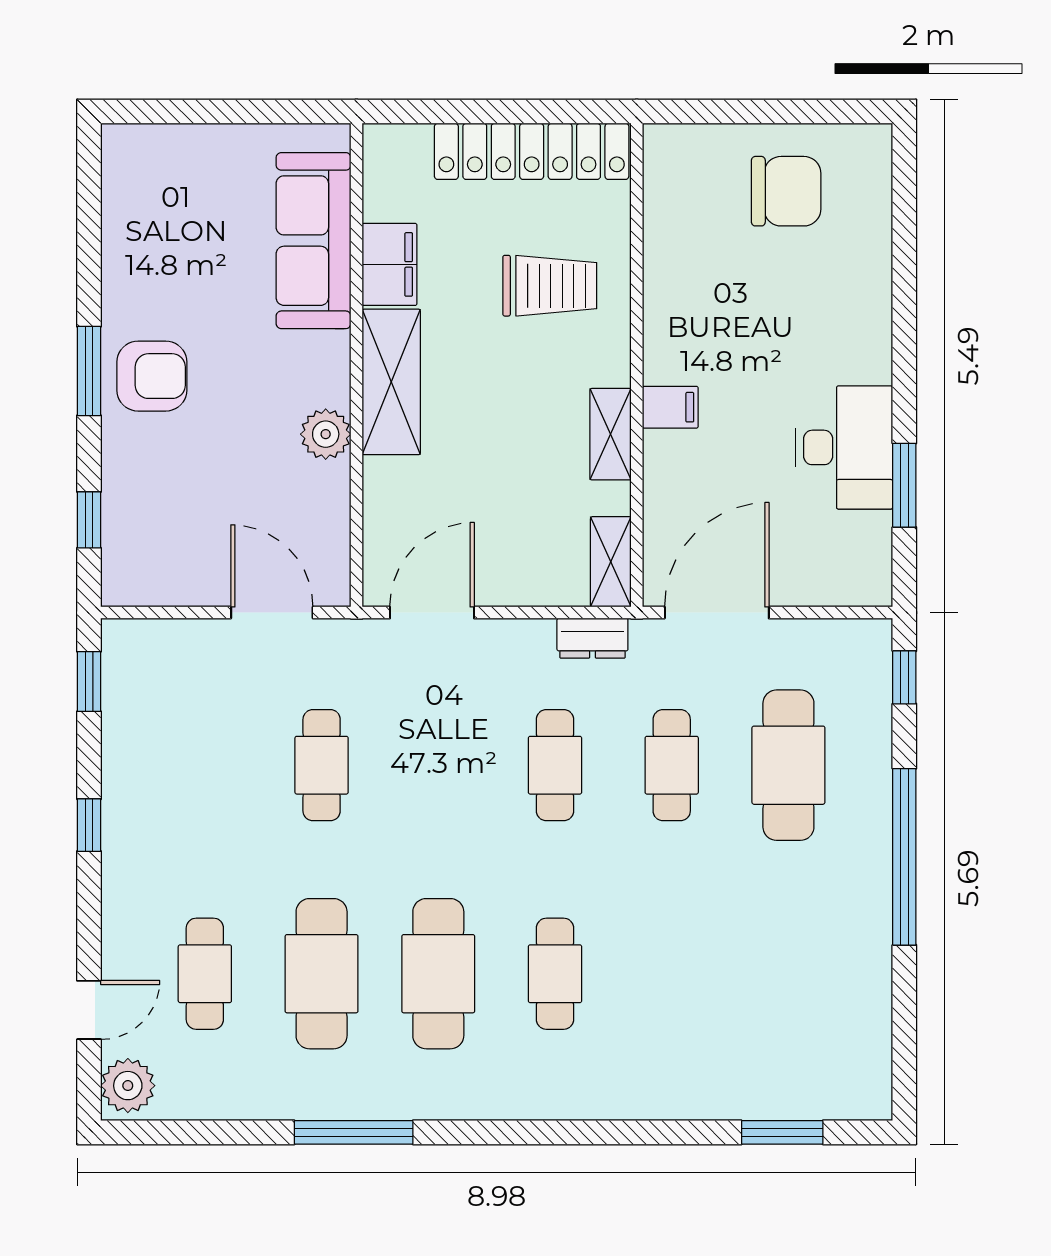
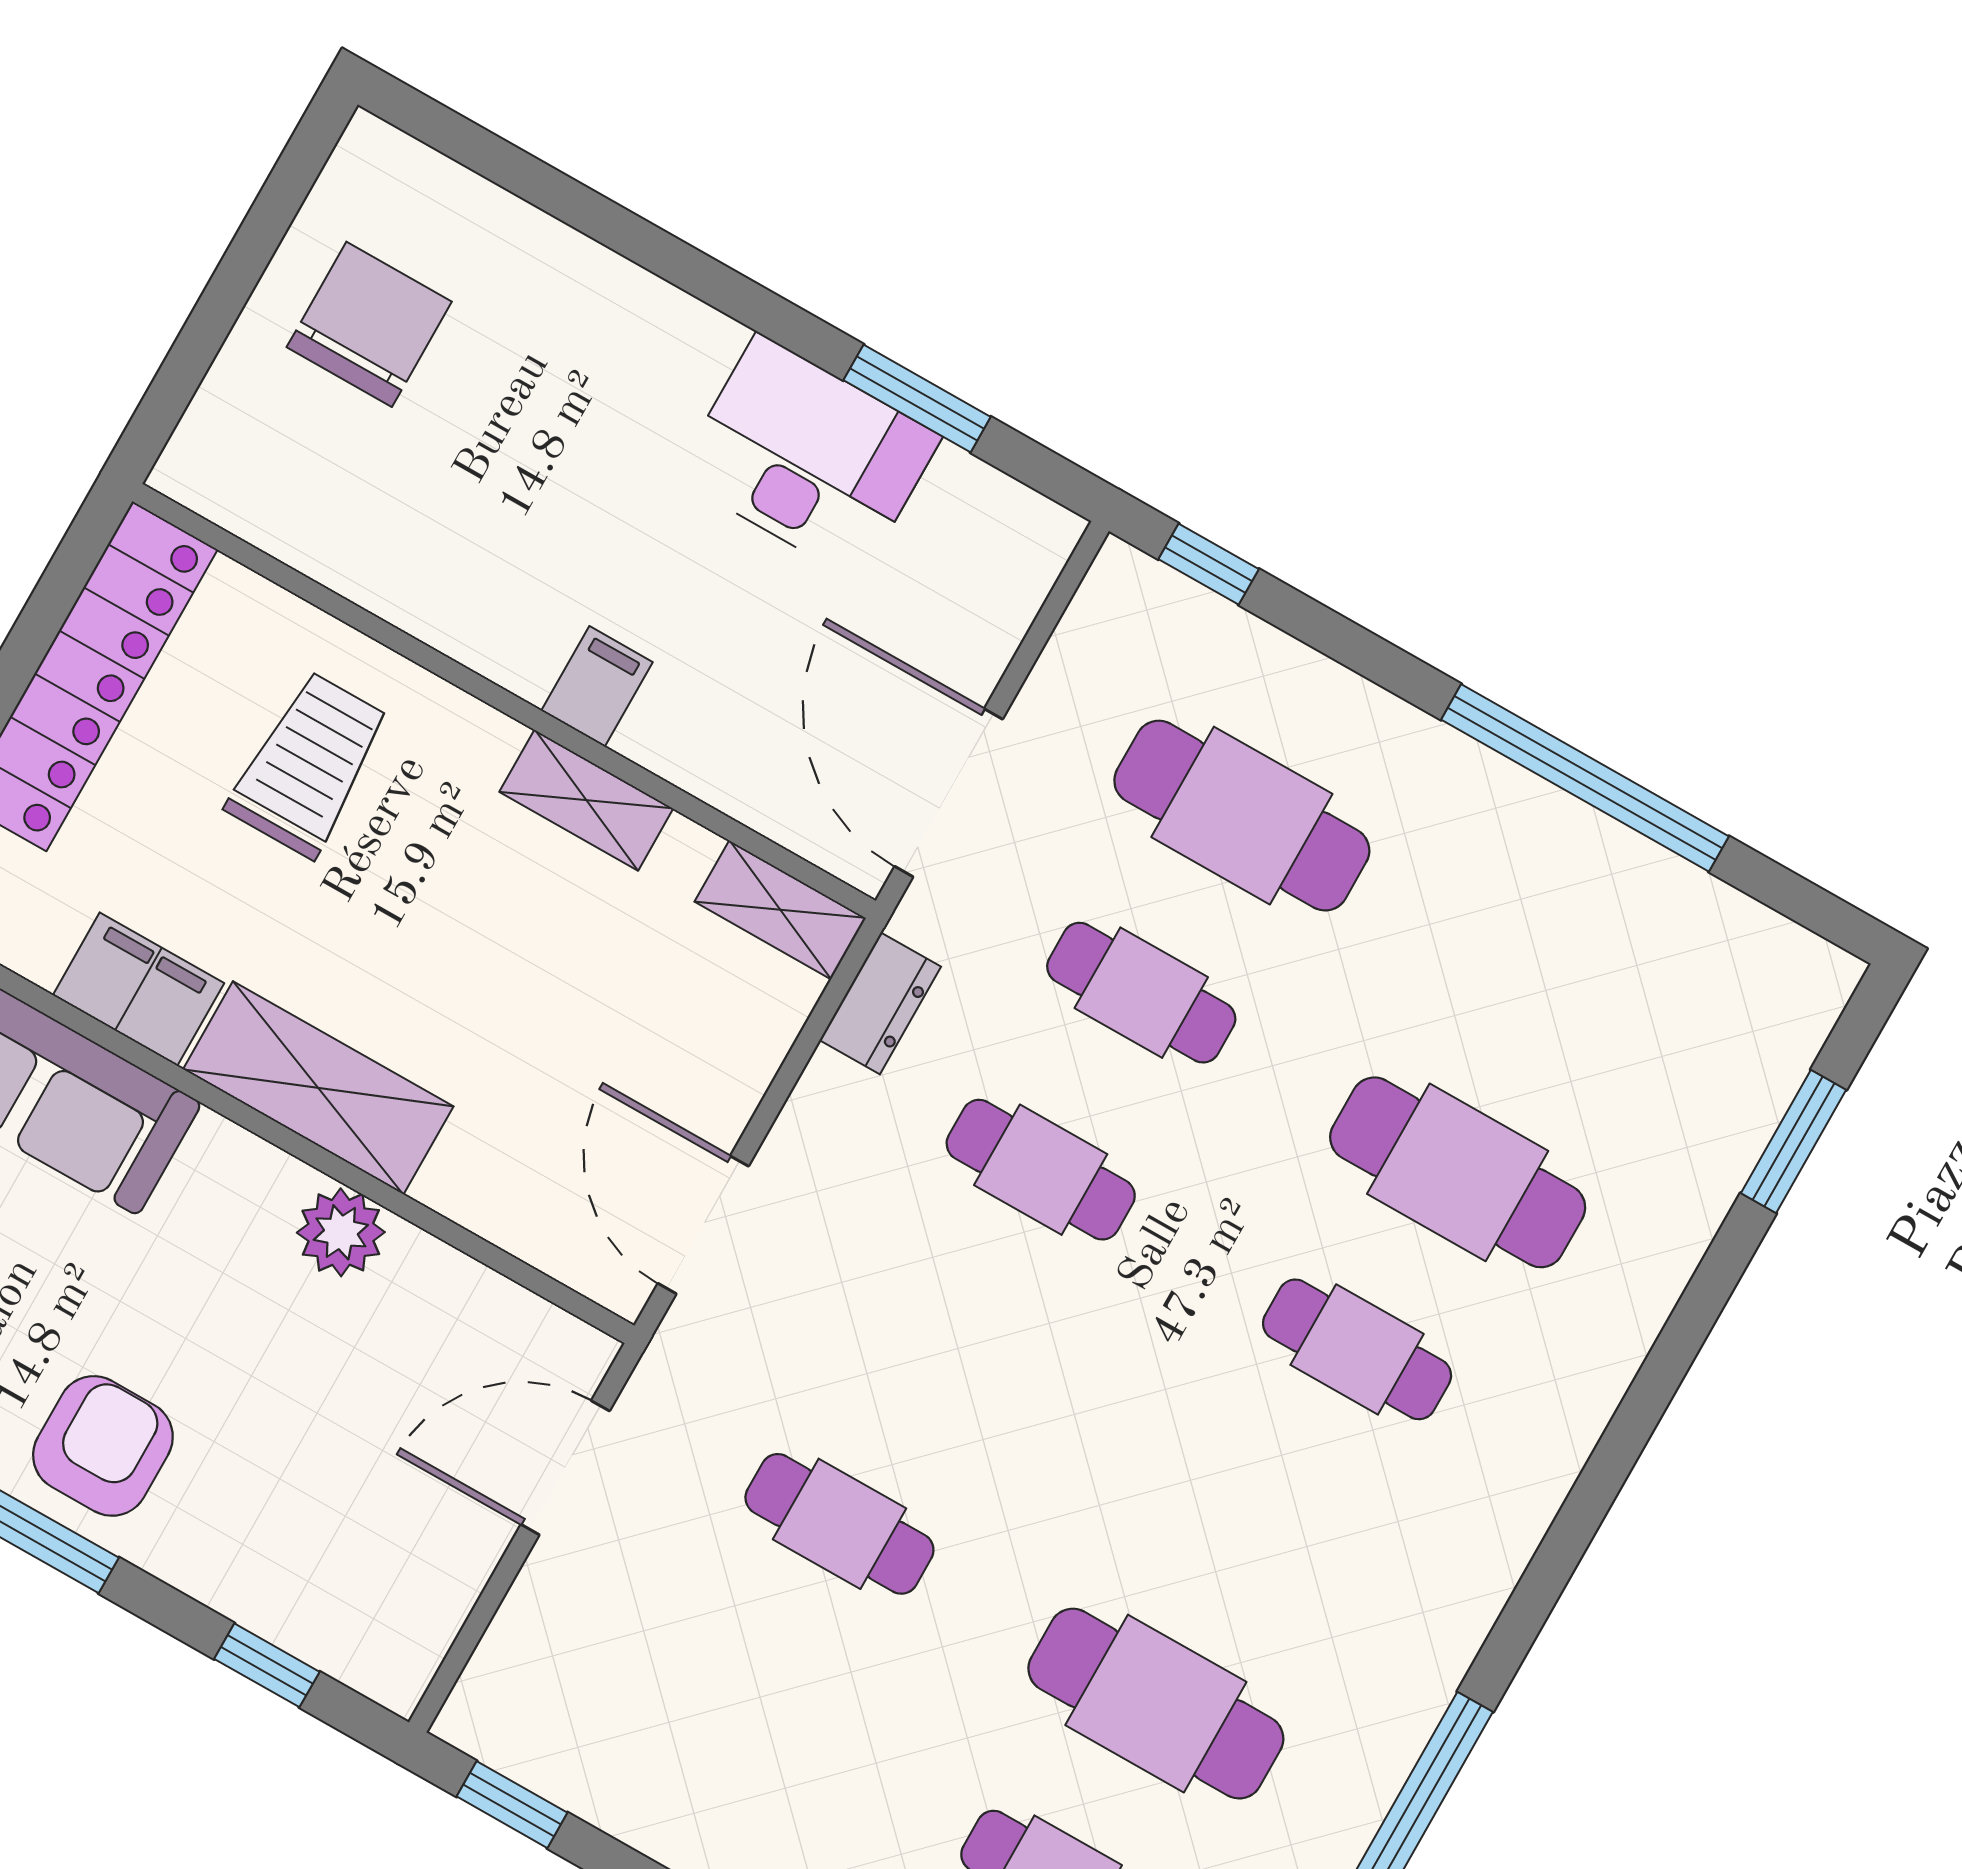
window: (904, 857) -> (1585, 778), moved
cafe table: (438, 974) -> (1458, 1172), moved

